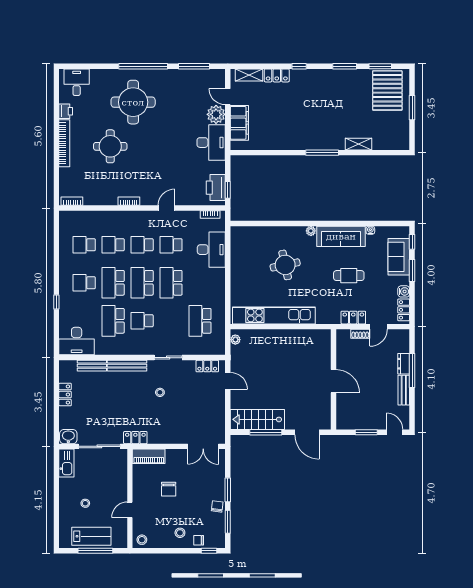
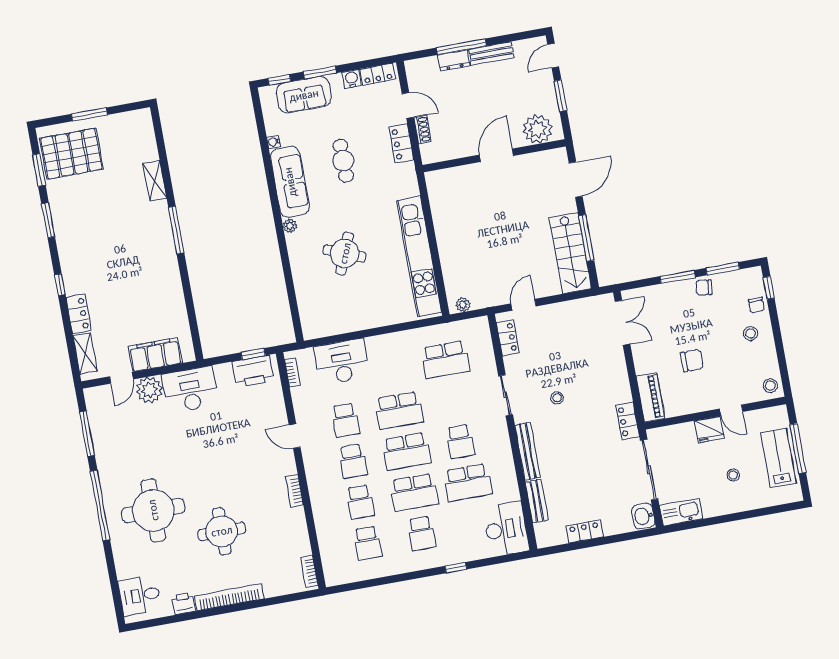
round table: (285, 265) -> (345, 253), turned 34
plant: (346, 412) -> (537, 129), added
fridge: (119, 492) -> (709, 429), added

